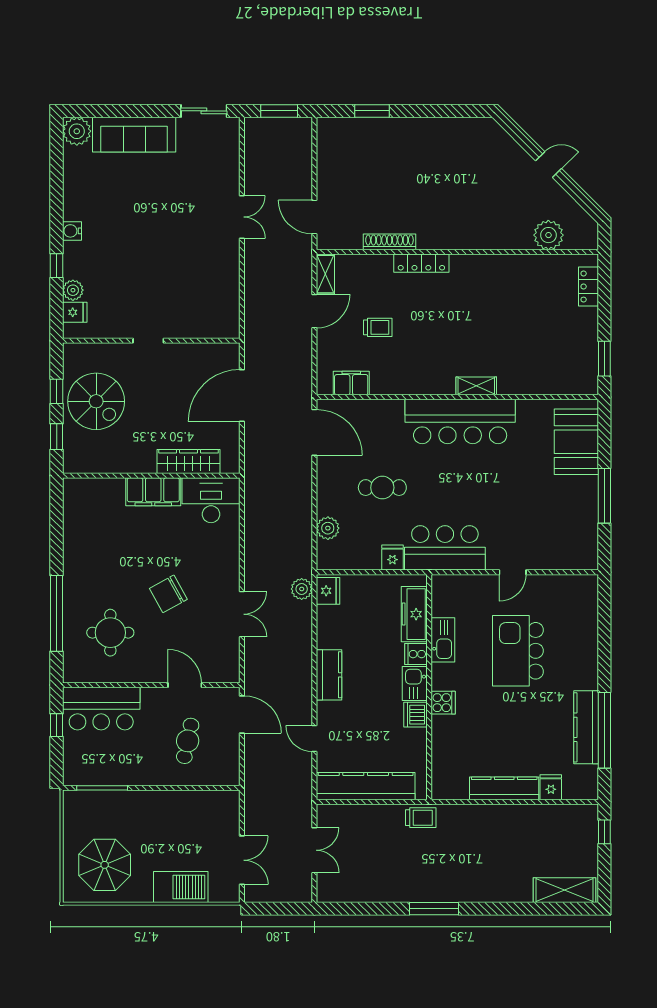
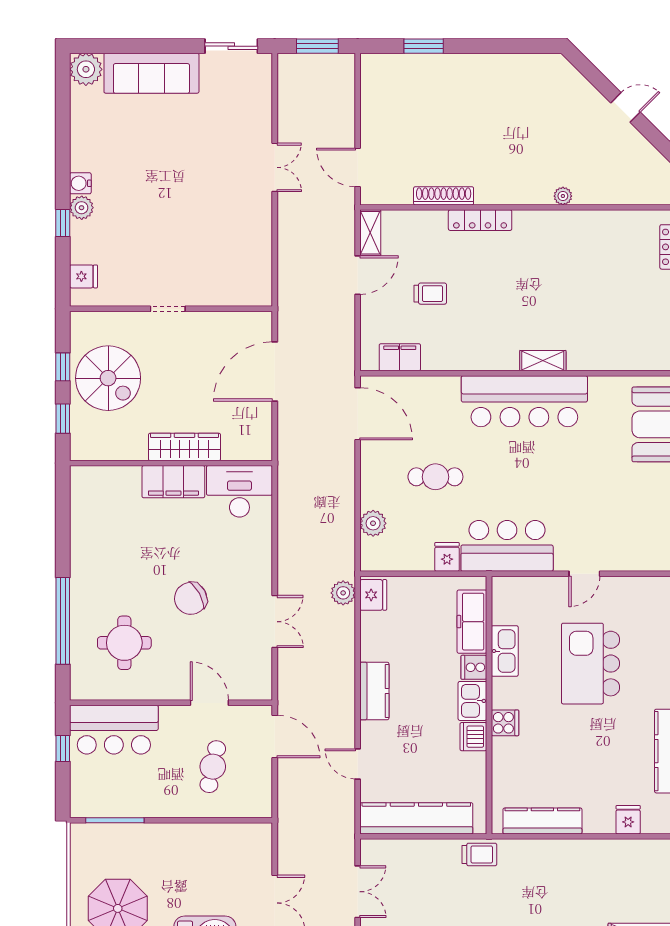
plant: (548, 235) -> (563, 196), moved, width x0.53, depth x0.53
plant: (73, 290) -> (82, 208), moved
wardrobe: (189, 461) -> (185, 447), moved
kitchen counter: (504, 788) -> (542, 821), moved

